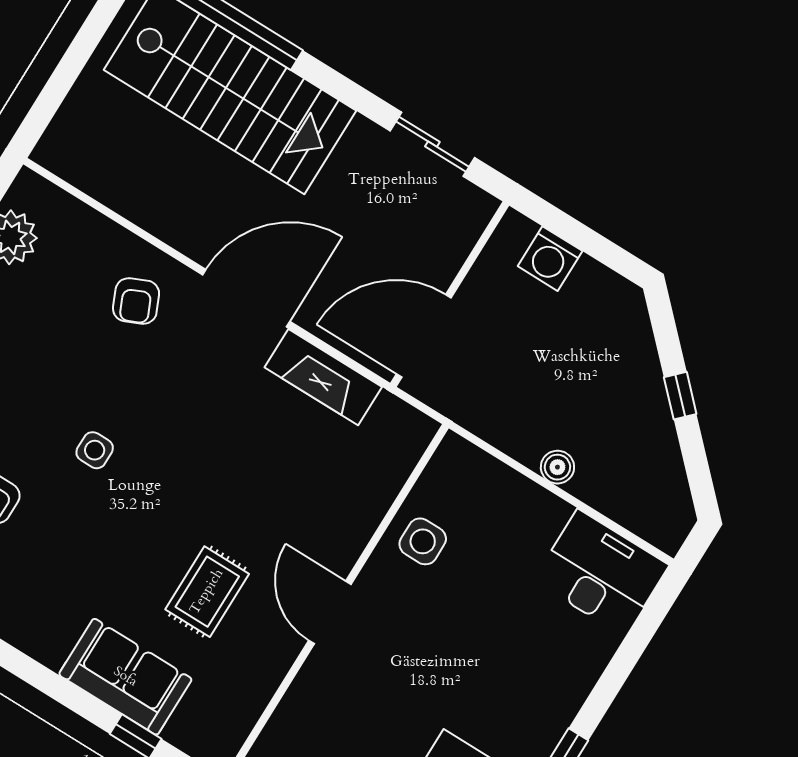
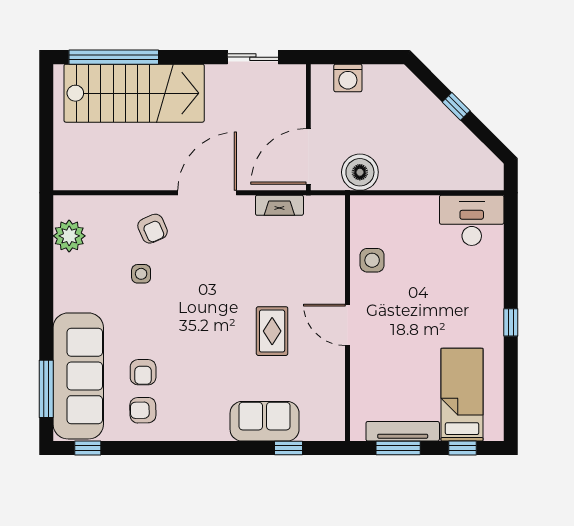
fireplace: (323, 377) -> (279, 205), width x0.73, depth x0.76
side table: (95, 450) -> (141, 274), moved
boiler: (557, 467) -> (360, 172), moved, width x1.86, depth x1.86
rug: (207, 592) -> (272, 331), moved

